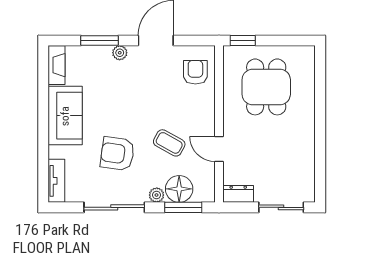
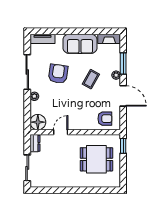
coffee table: (169, 143) -> (91, 79), moved
floor lamp: (179, 189) -> (38, 122), moved
window: (183, 207) -> (27, 112), removed

